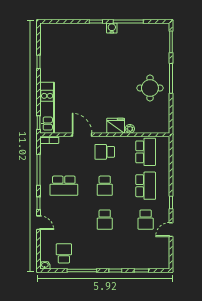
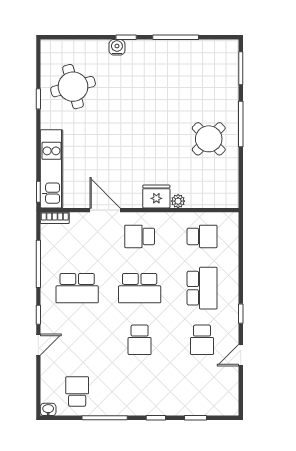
water cooler: (112, 28) -> (117, 47), moved
round table: (61, 54) -> (73, 87), added
round table: (150, 88) -> (209, 139), turned 45
school desk: (146, 152) -> (202, 236), width x0.54
school desk: (105, 186) -> (140, 288), width x1.85
door: (38, 223) -> (38, 345), hinge flipped

